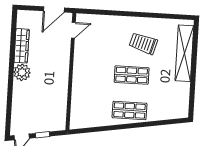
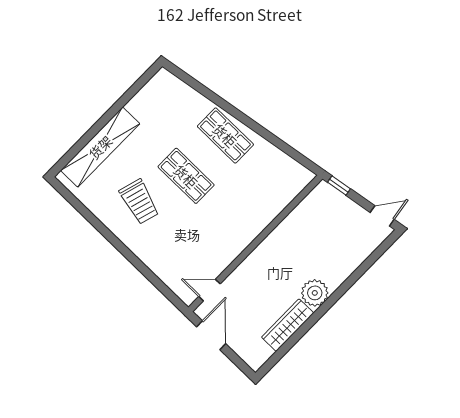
door: (54, 9) -> (211, 335), hinge flipped
window: (42, 135) -> (339, 186), moved

